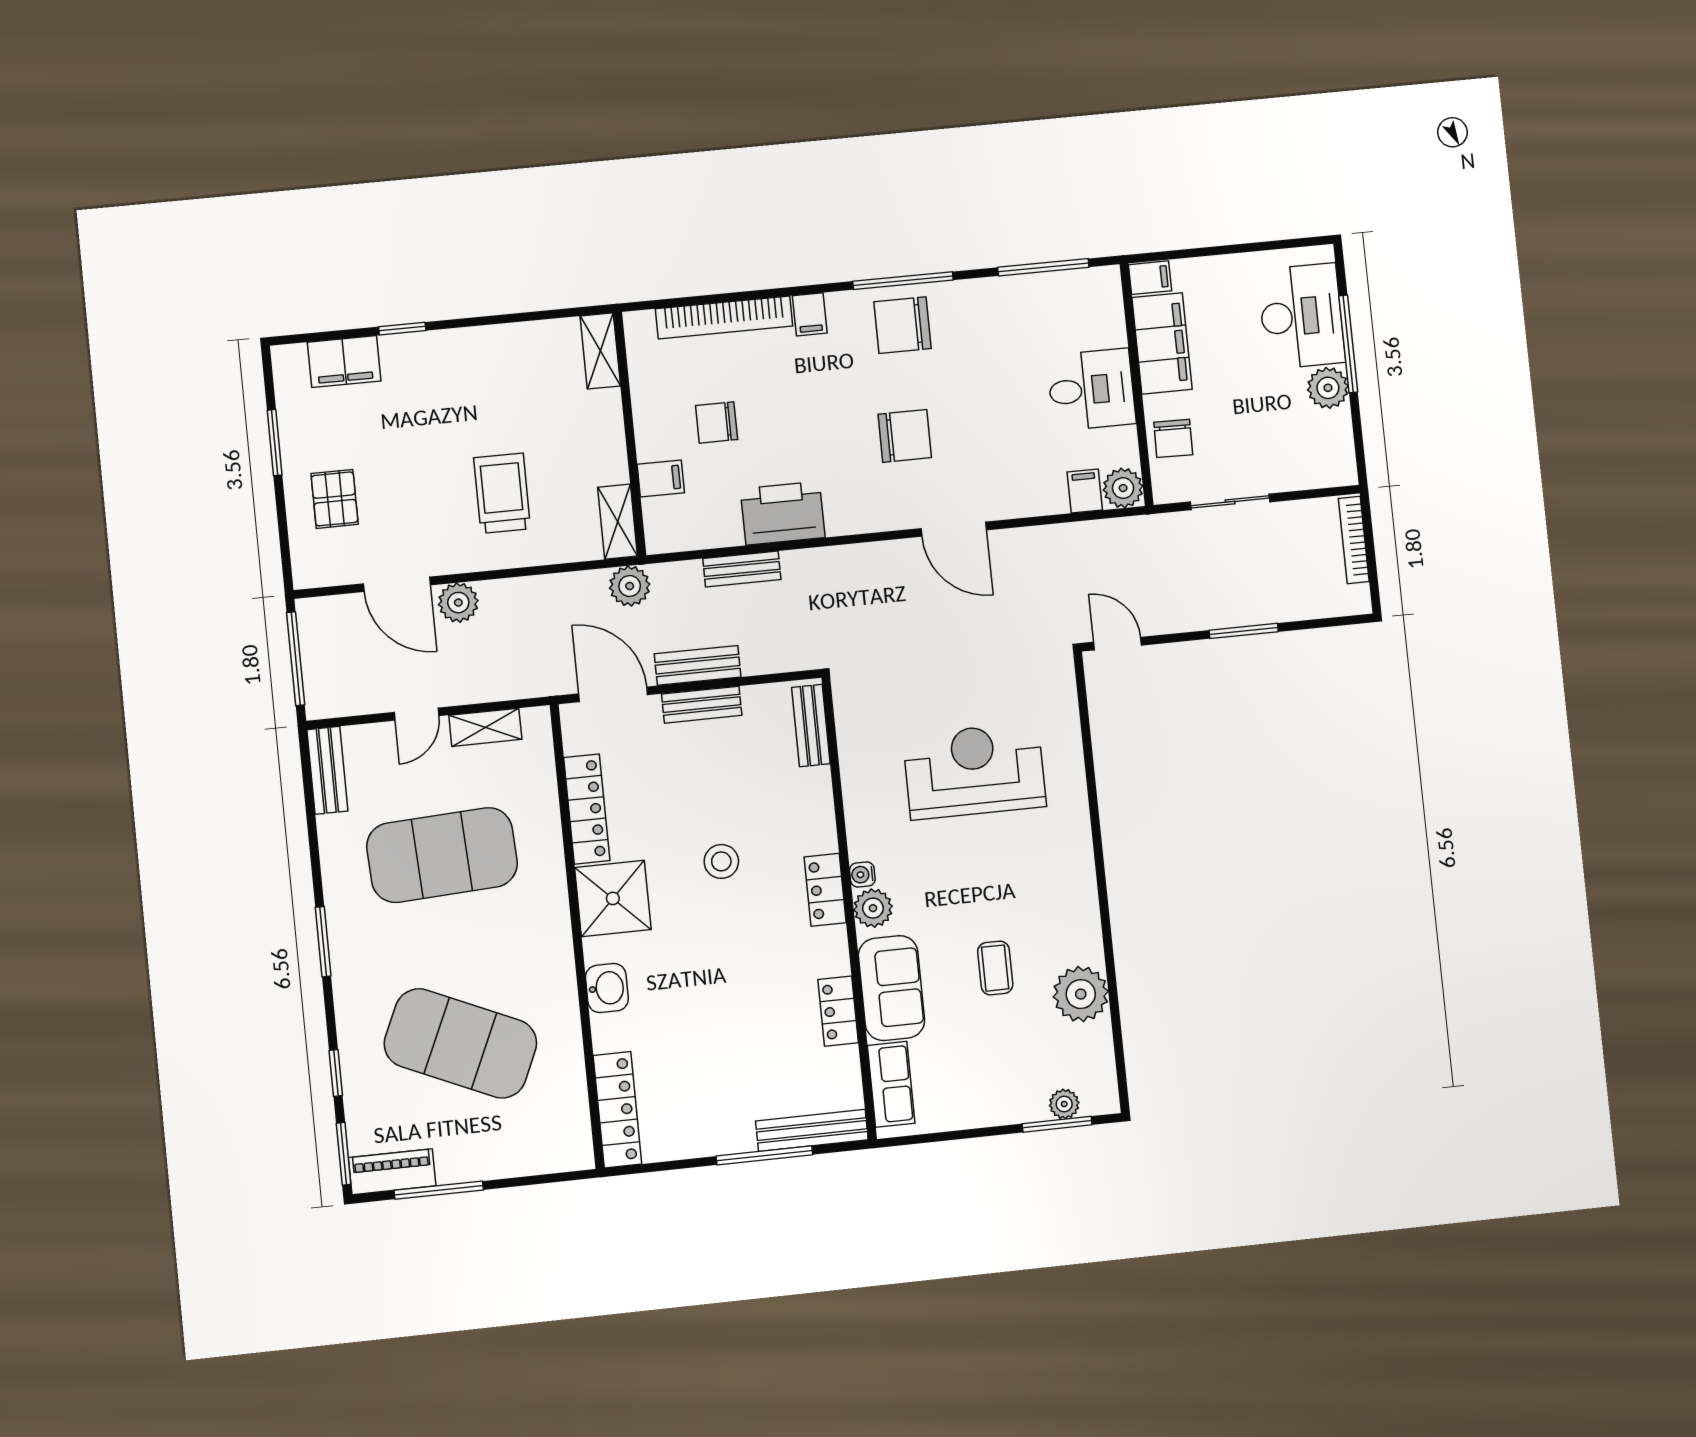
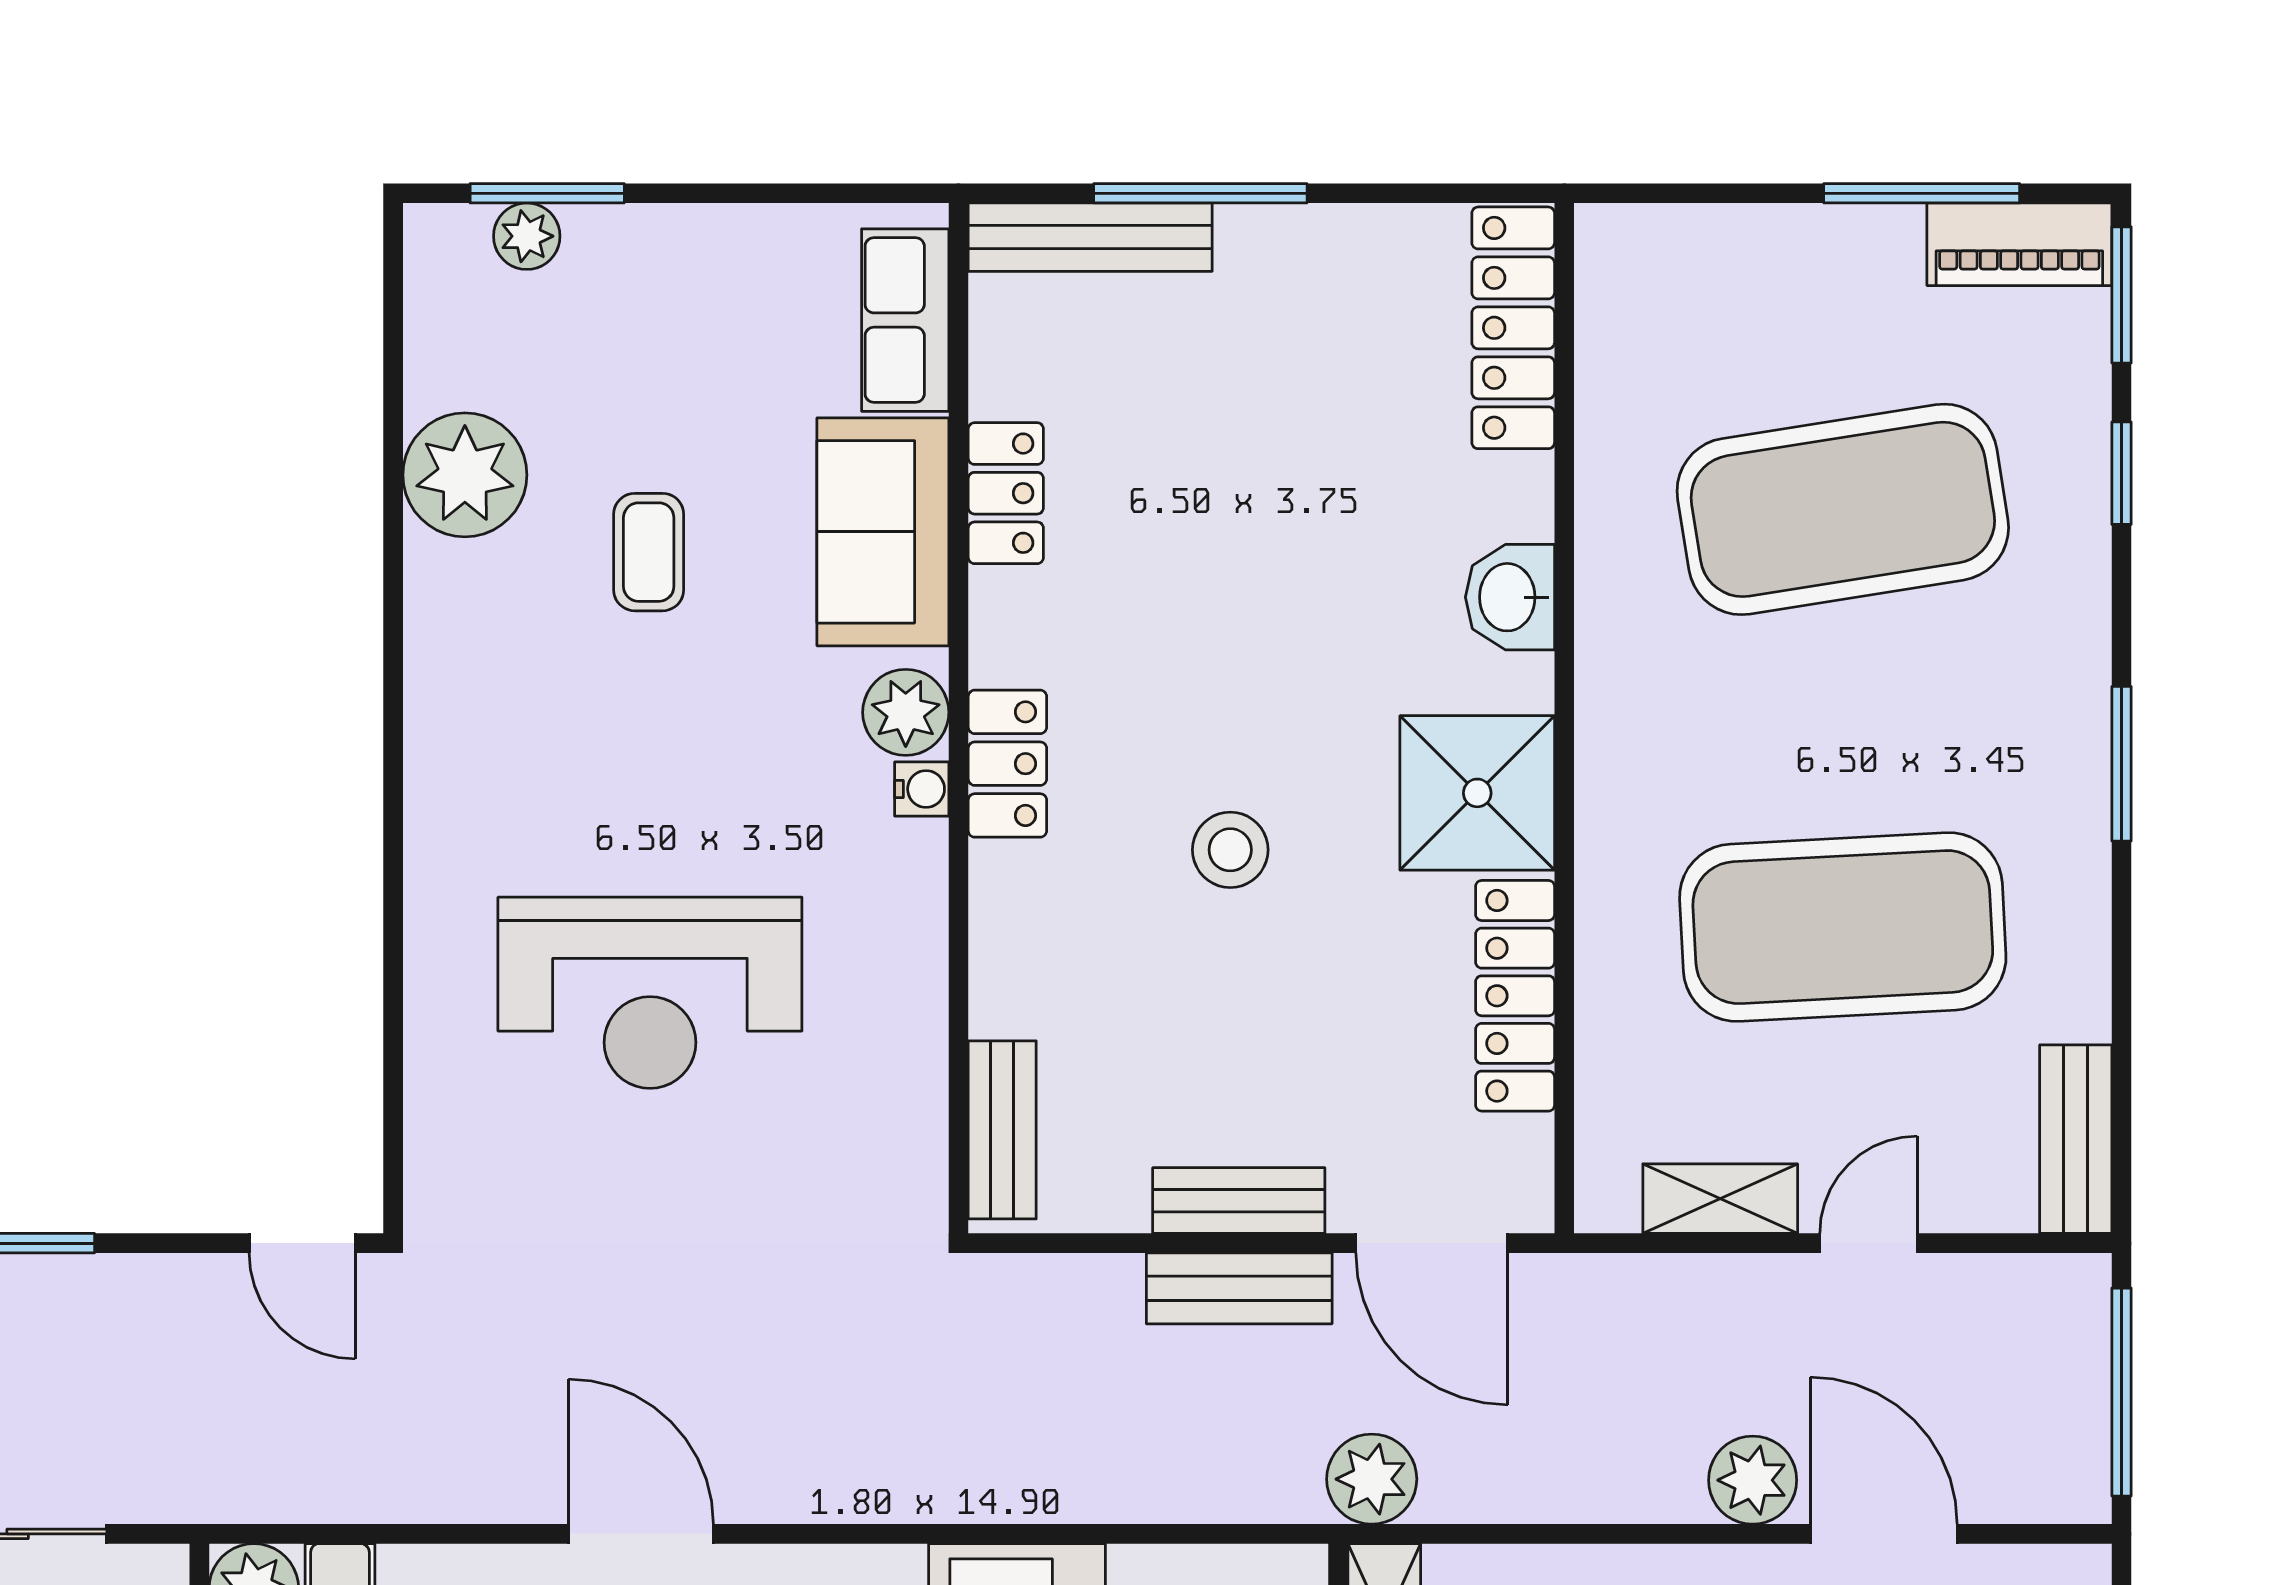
bench: (742, 569) -> (1120, 1492), removed
exercise mat: (460, 1043) -> (1843, 509), turned -33

